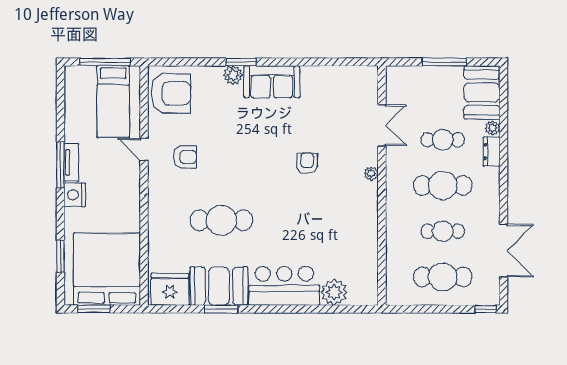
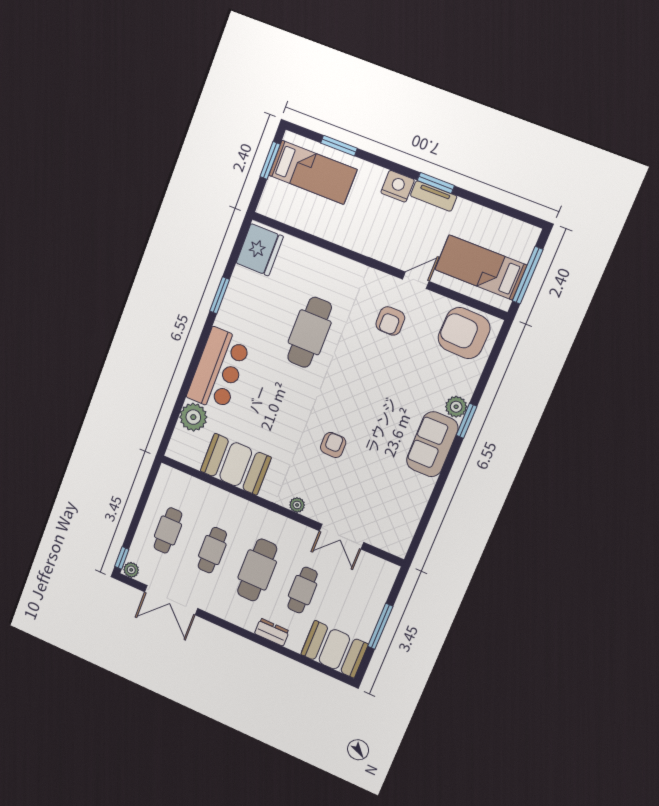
armchair: (171, 93) -> (464, 333), turned 92
plant: (493, 128) -> (131, 570), moved
armchair: (307, 163) -> (333, 445), turned -90
window: (60, 165) -> (436, 183), width x0.69
bed: (107, 269) -> (313, 172), width x0.49
cafe table: (443, 277) -> (168, 530), width x0.73, depth x0.74
booth: (219, 286) -> (236, 464), moved, turned 90

